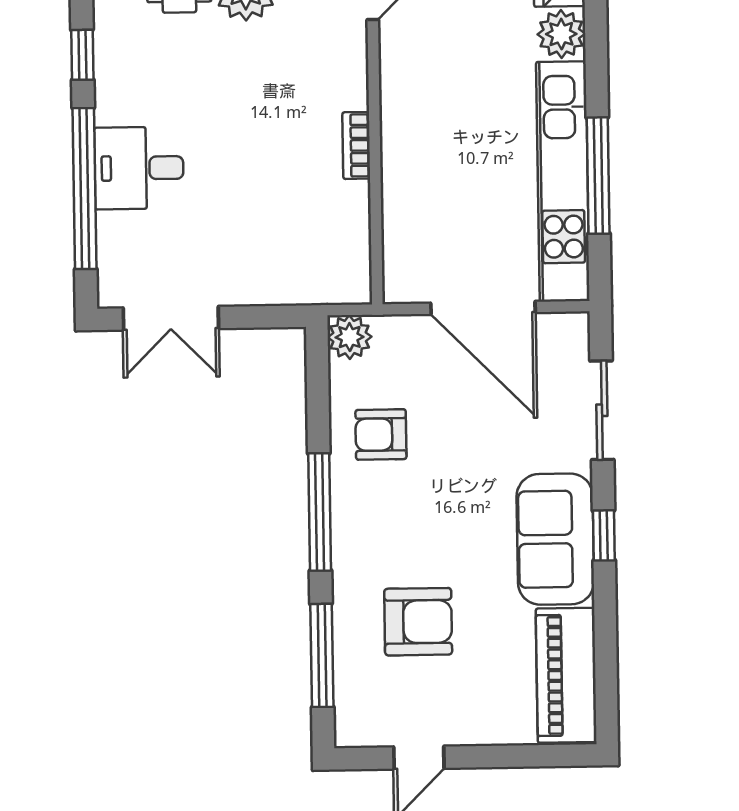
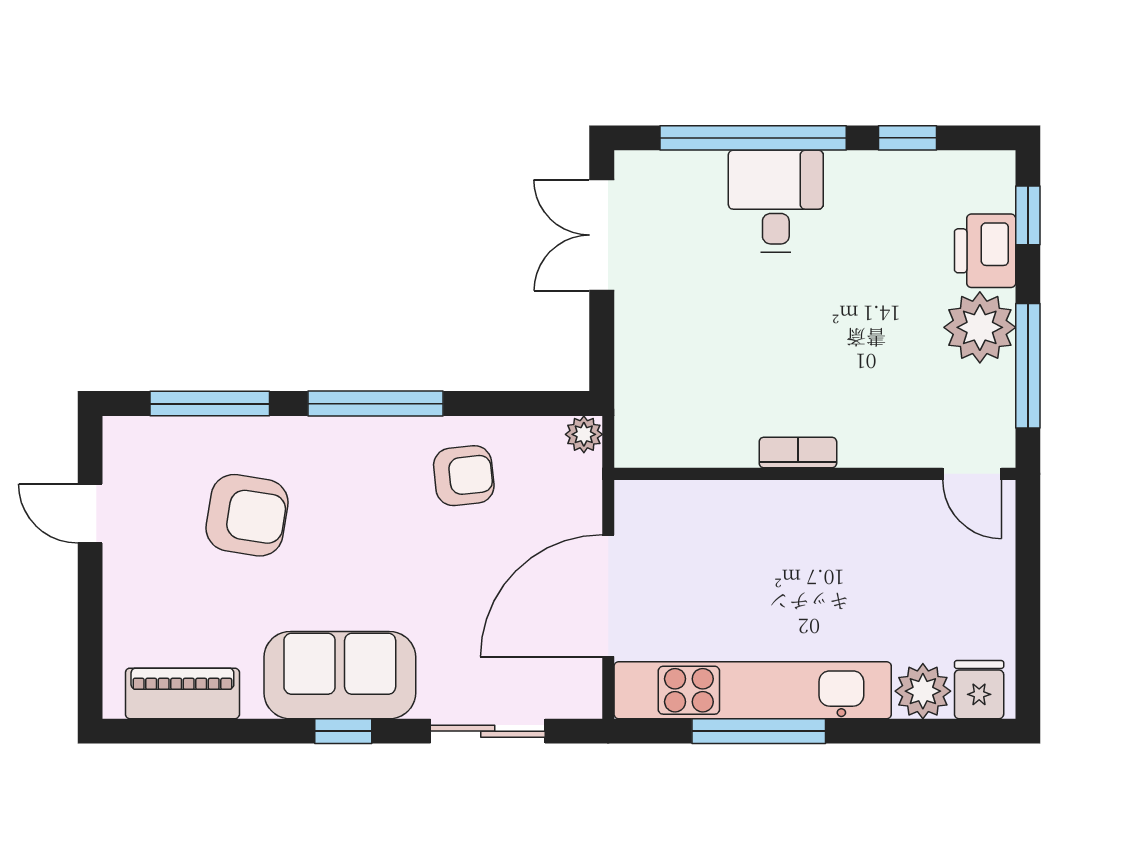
plant: (350, 337) -> (584, 434), width x0.73, depth x0.73
armchair: (381, 434) -> (464, 476), turned 84
armchair: (418, 622) -> (247, 515), turned -81
piano: (566, 675) -> (182, 693), width x0.73, depth x0.75

